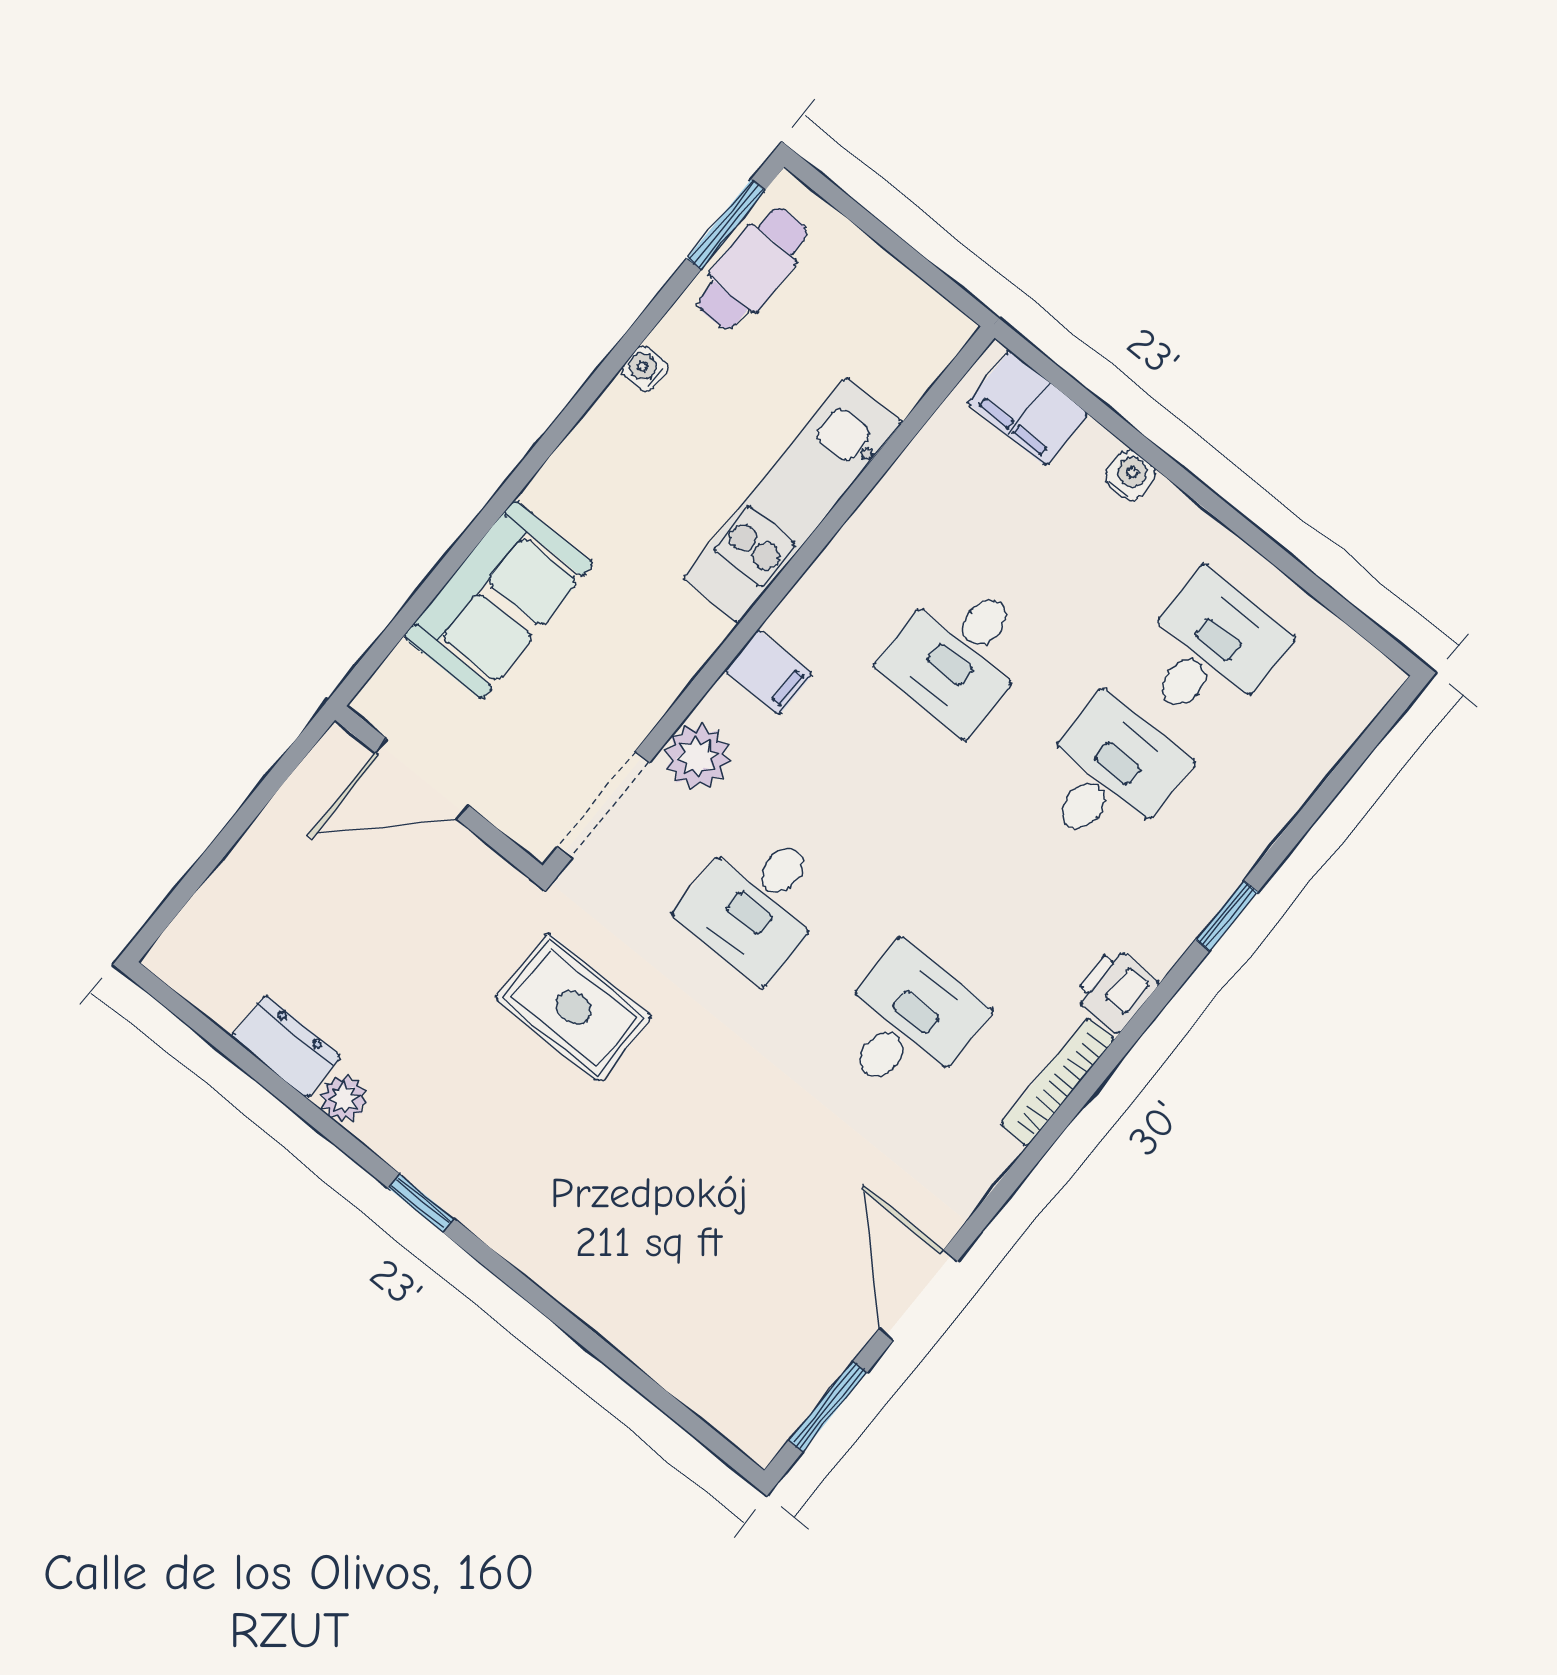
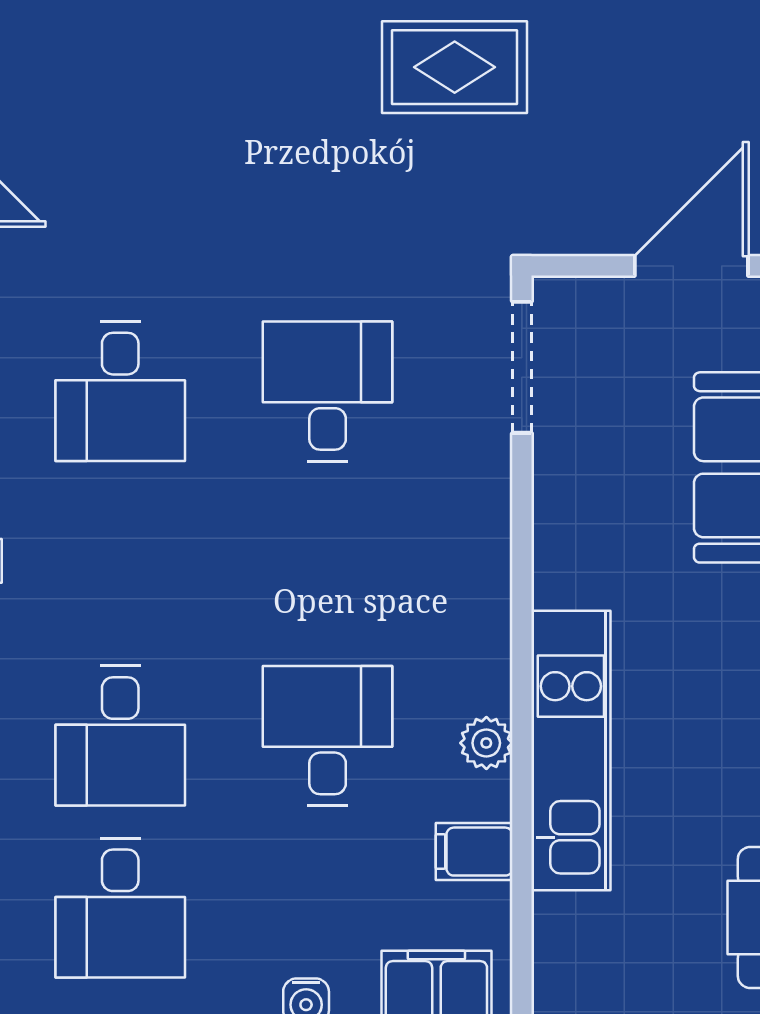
filing cabinet: (769, 672) -> (474, 852), moved
plant: (697, 756) -> (486, 743), moved, width x0.73, depth x0.73
rug: (574, 1007) -> (455, 67), moved

